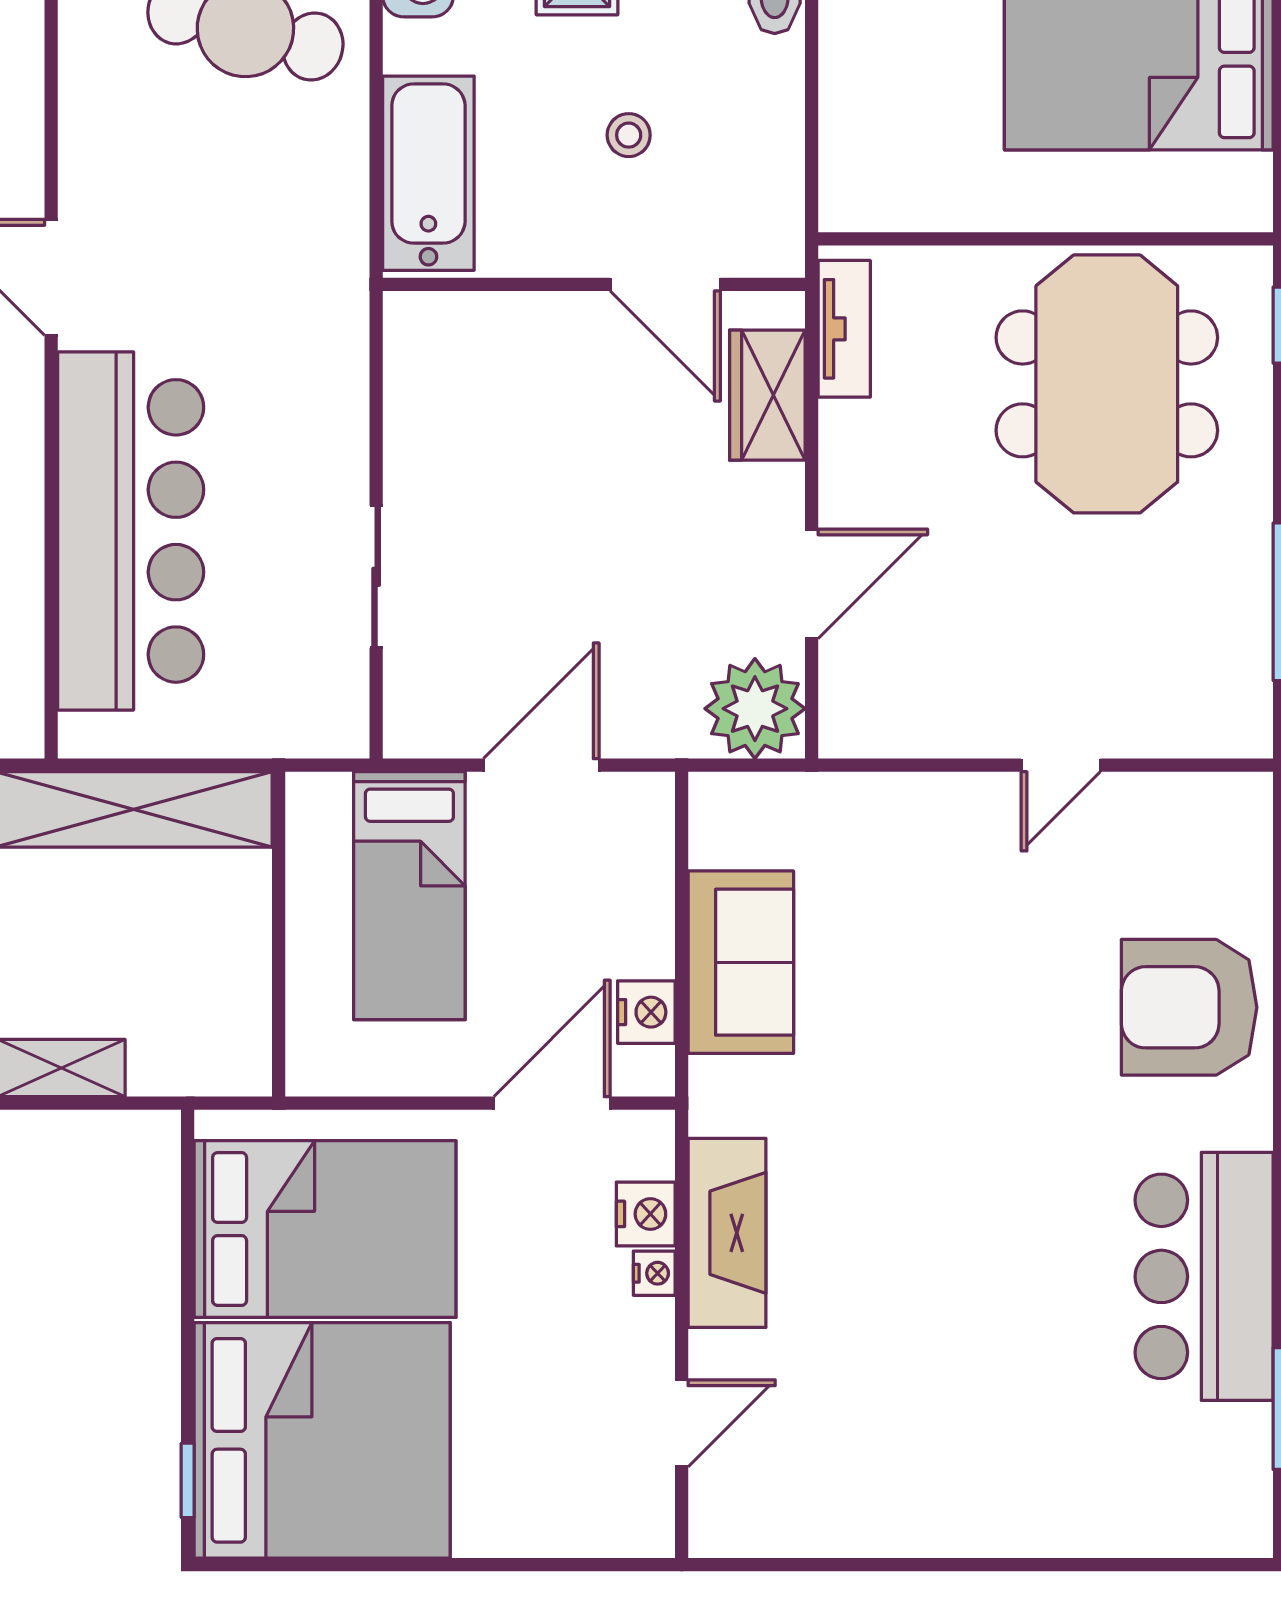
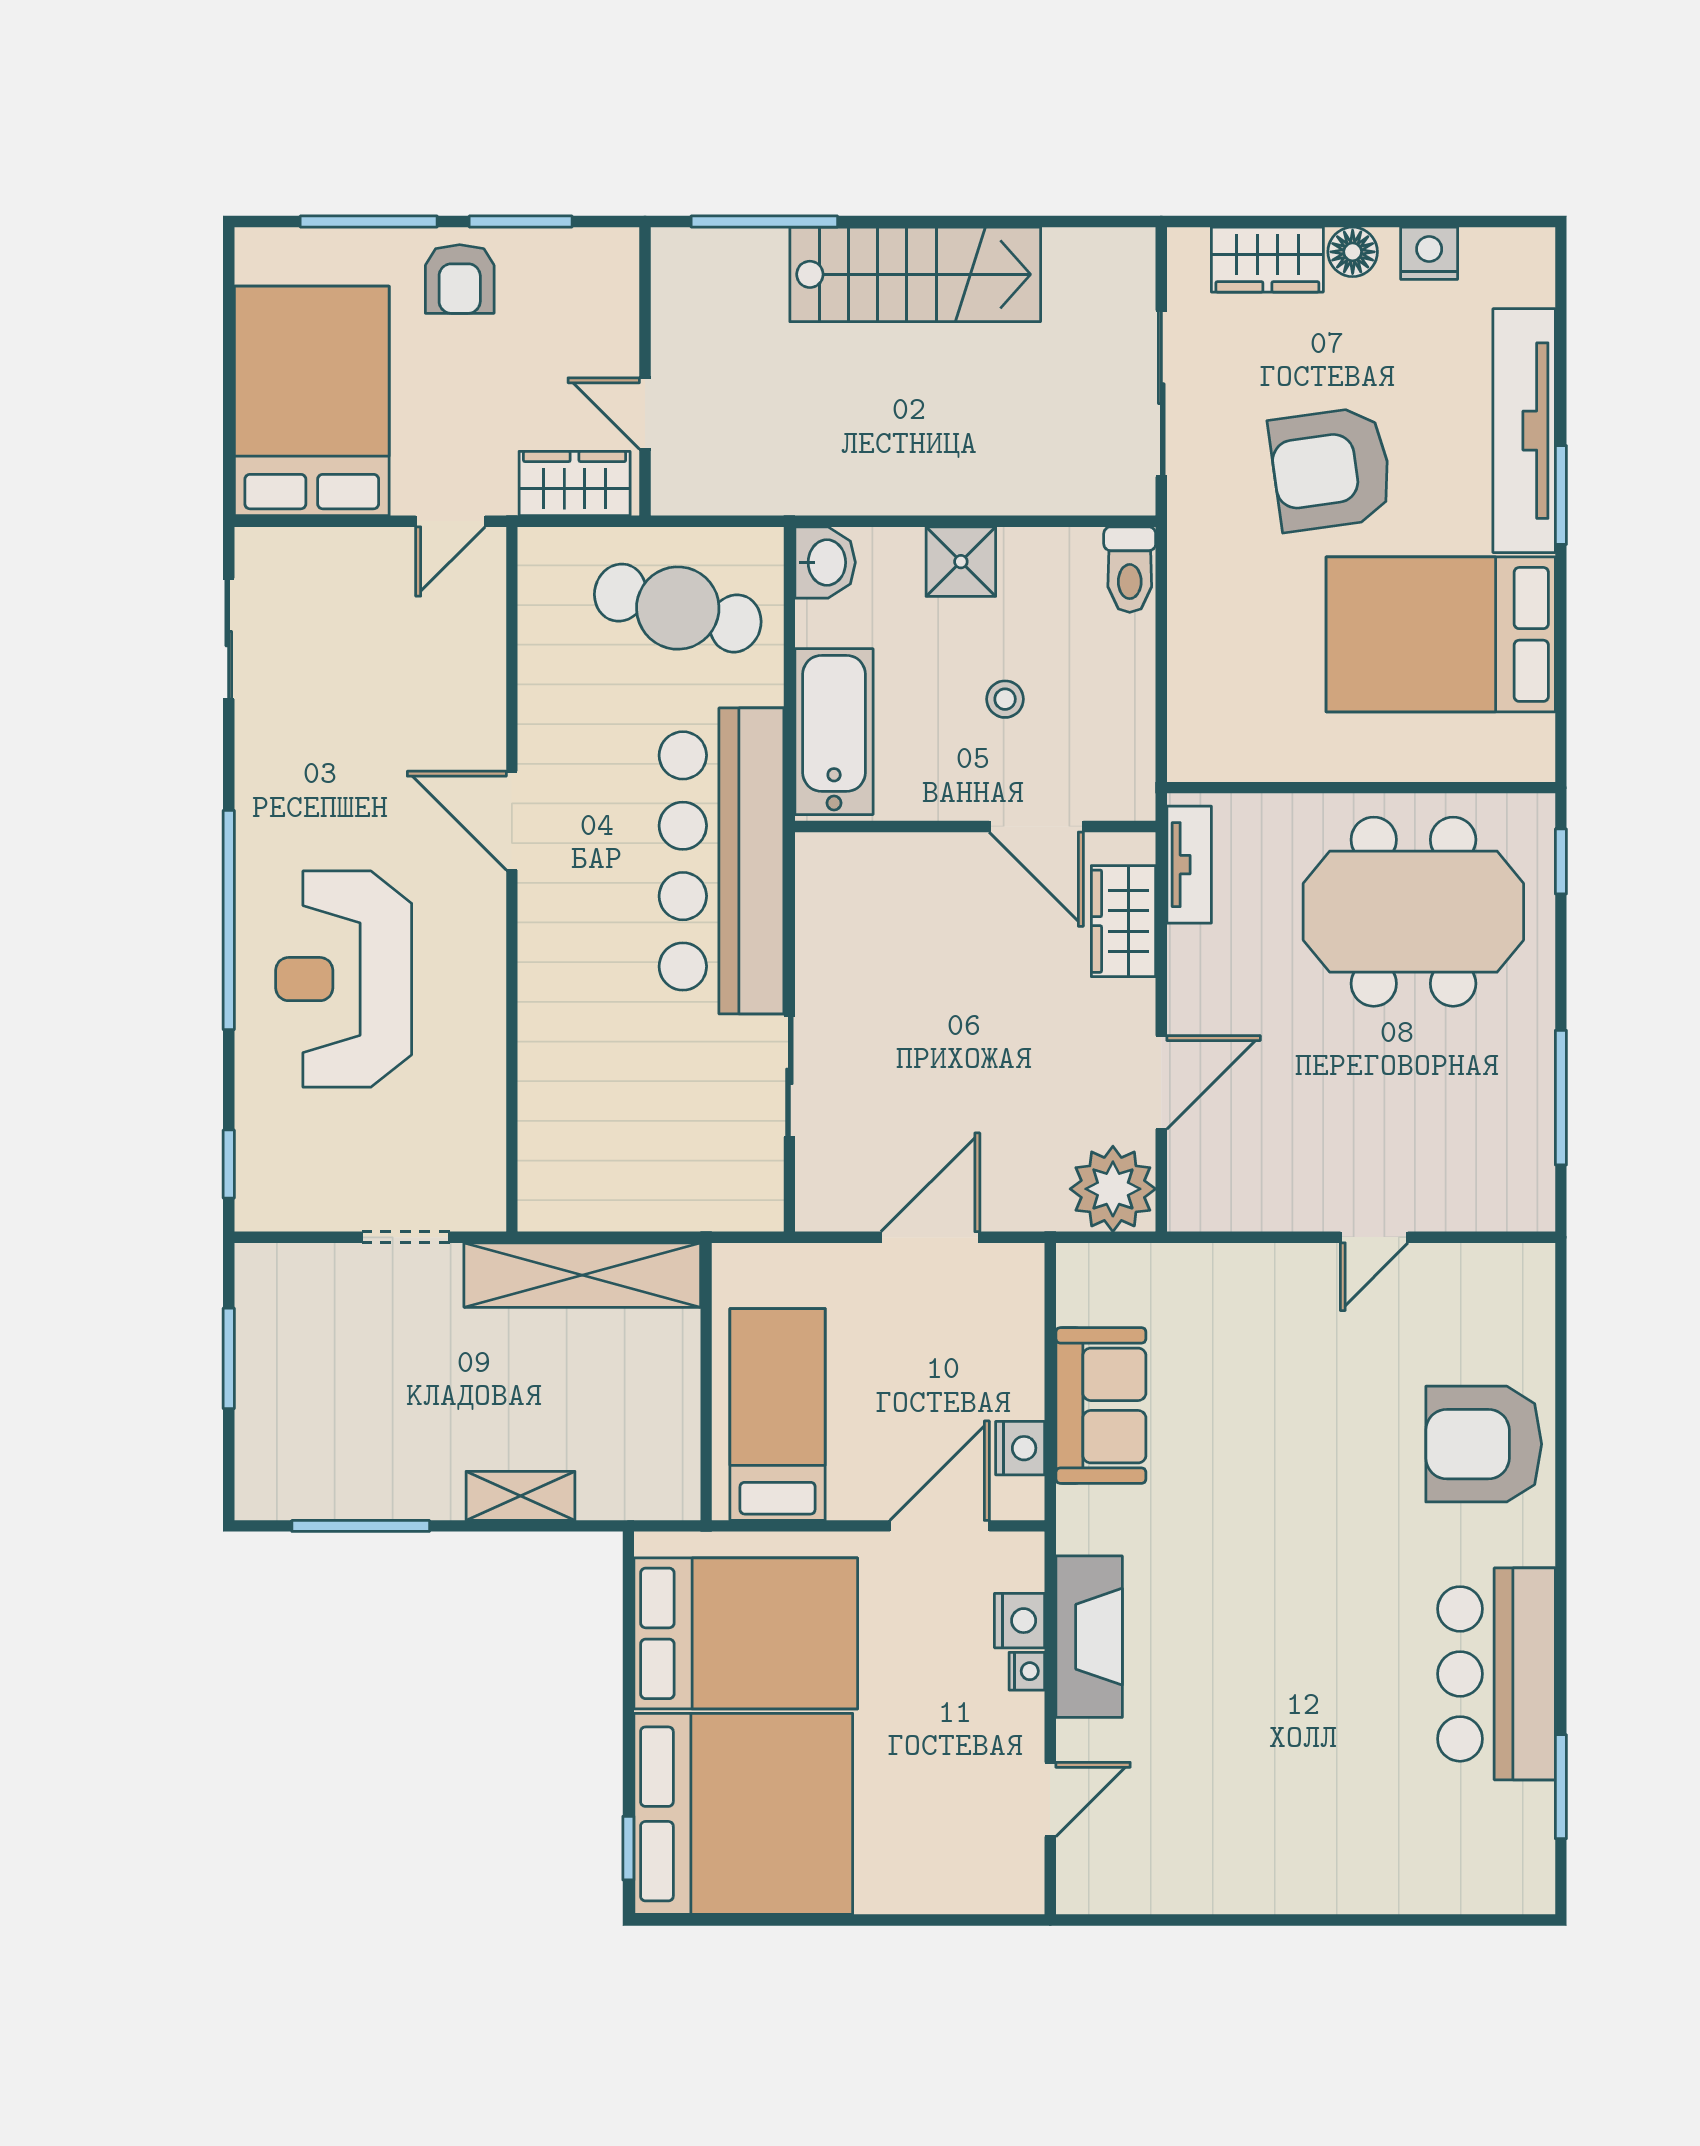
meeting table: (1107, 384) -> (1413, 912), turned 90
bar counter: (131, 531) -> (721, 861), moved, turned 180
bed: (409, 896) -> (778, 1414), moved, turned 180

